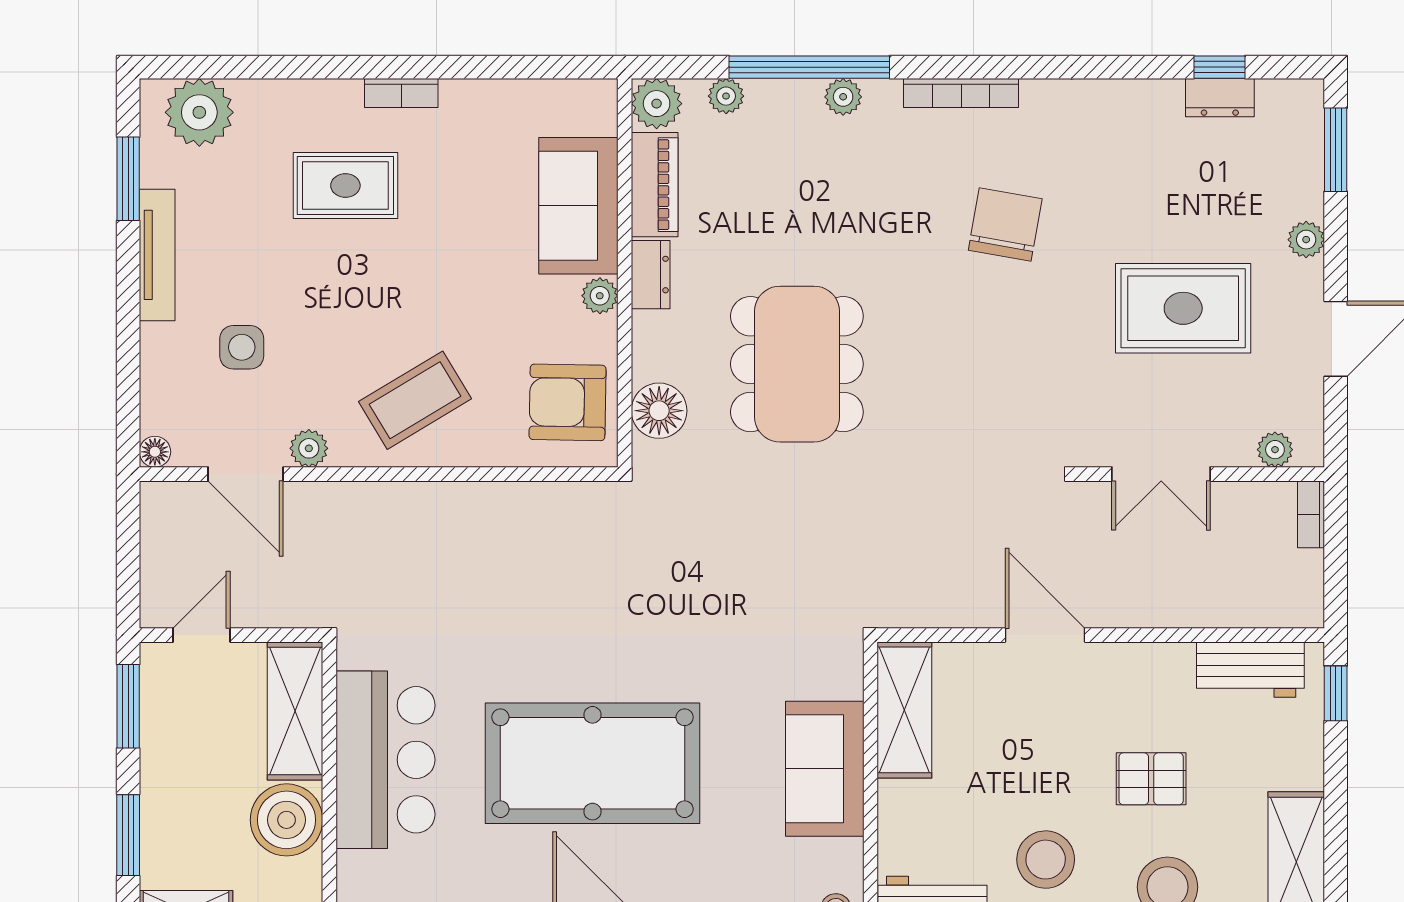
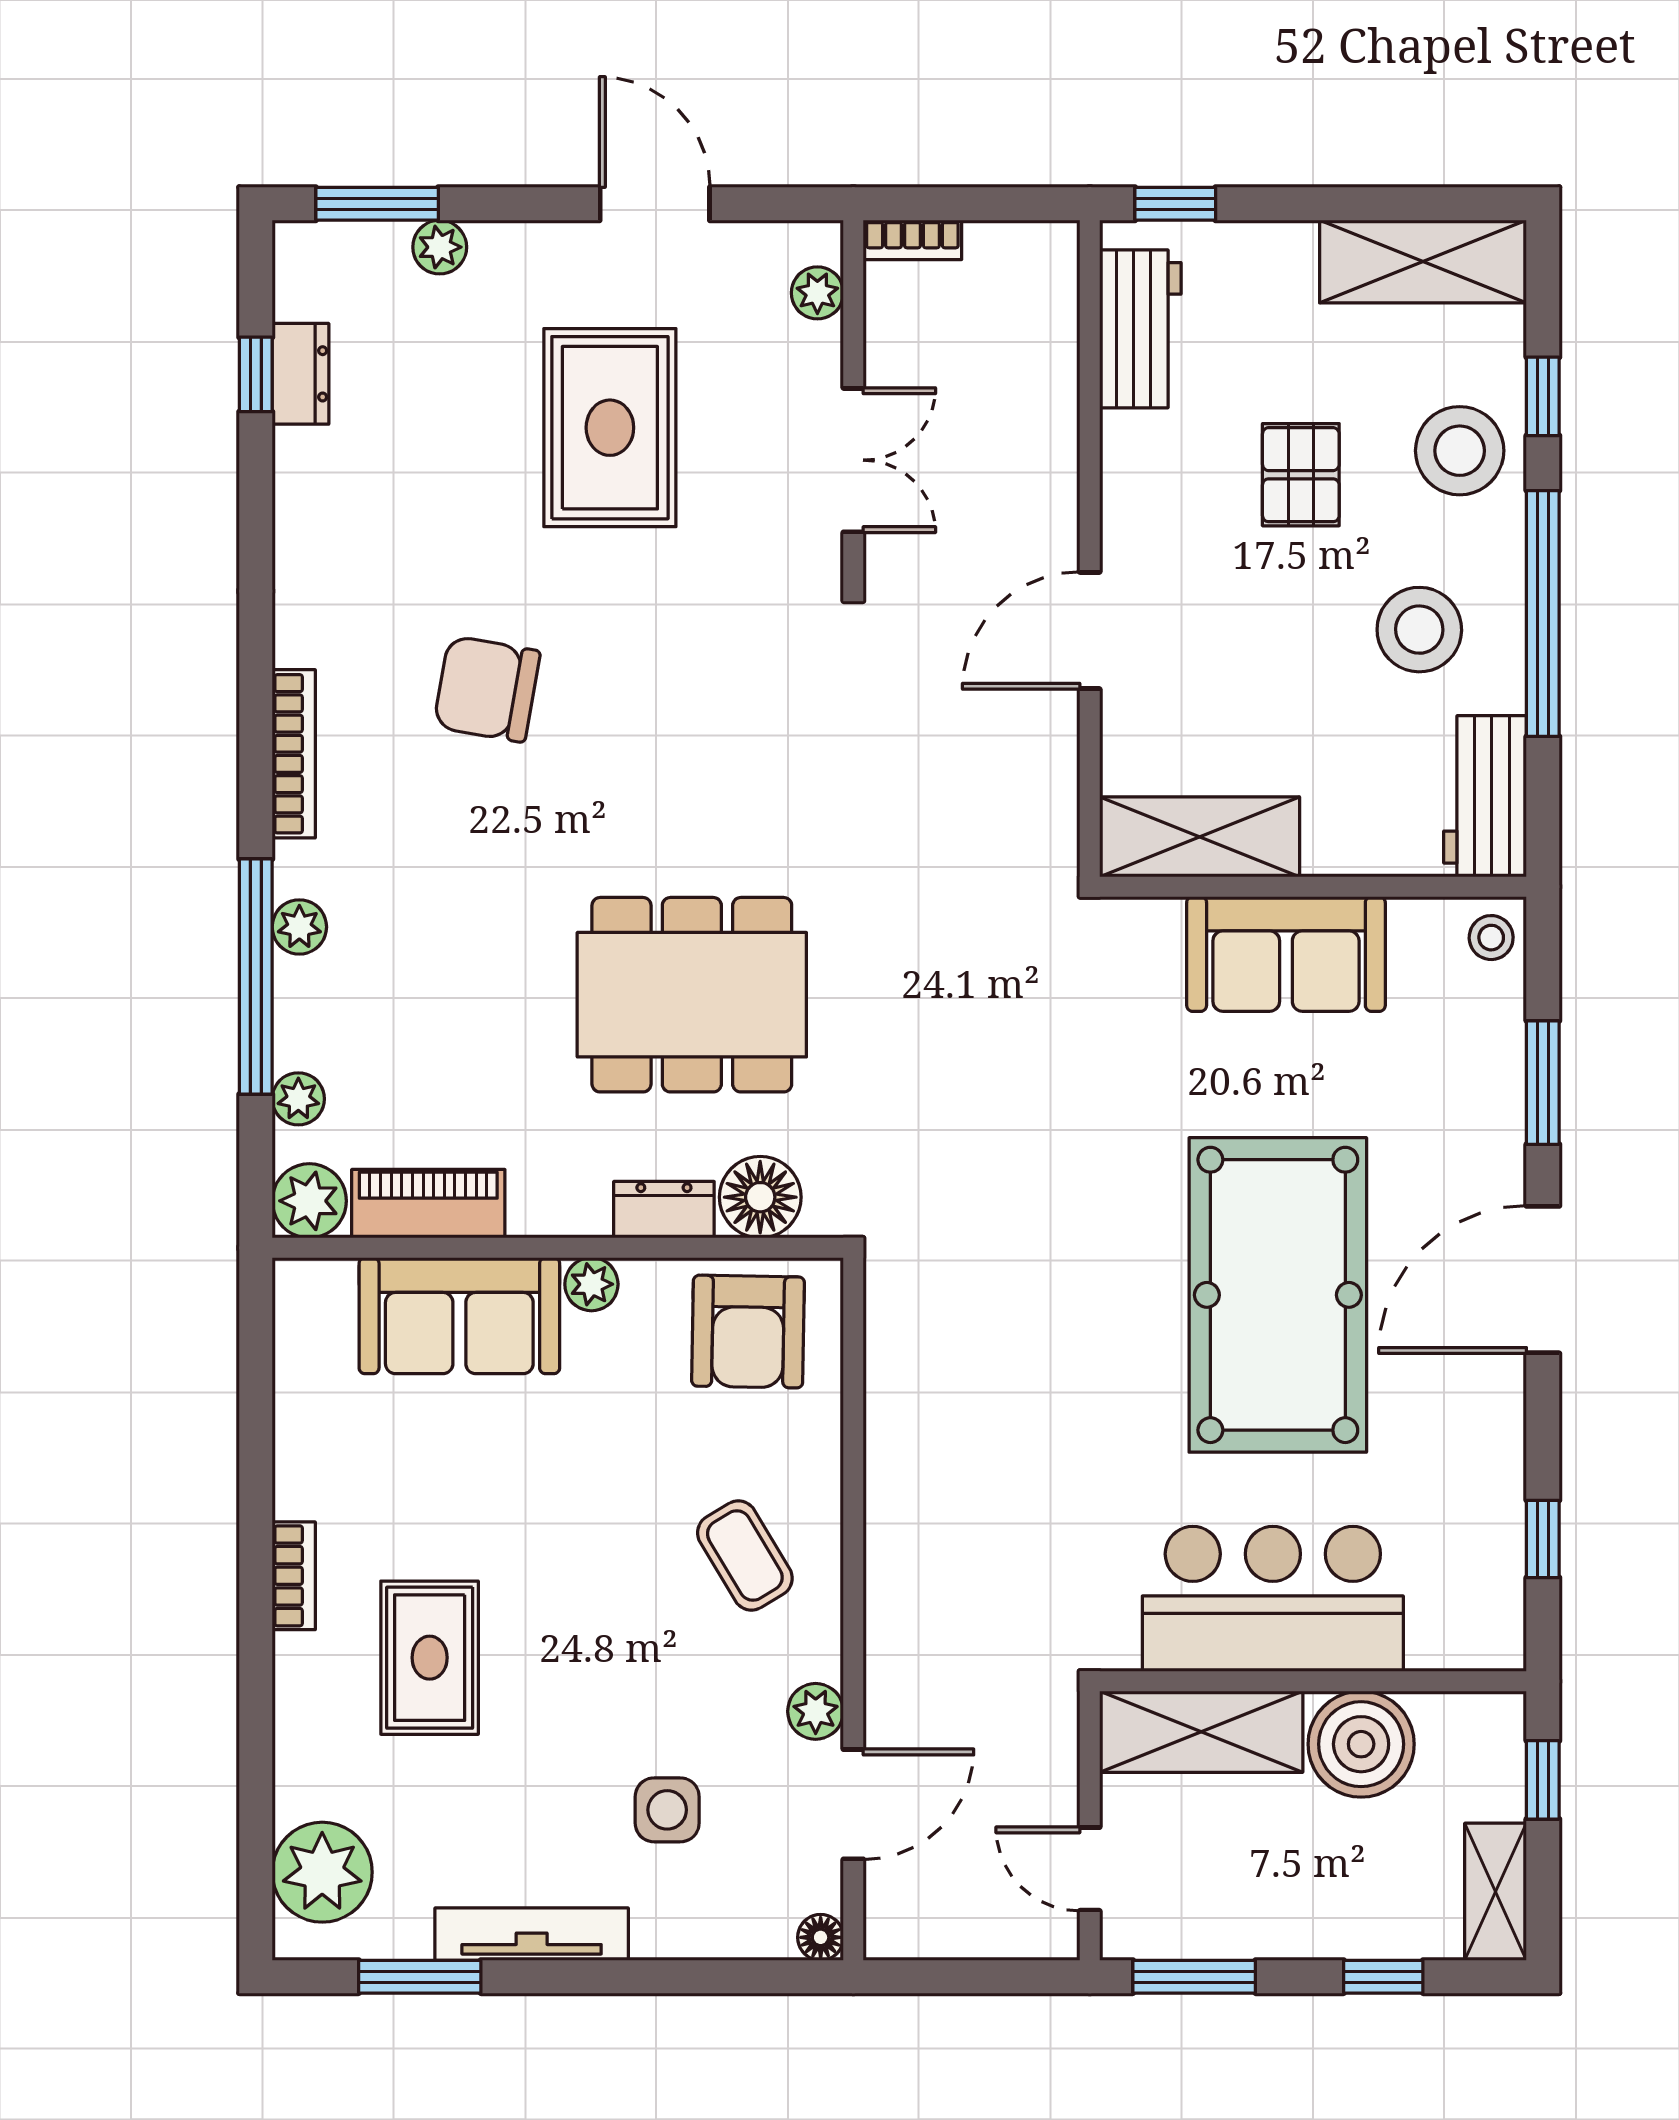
plant: (1306, 240) -> (440, 247), moved
dresser: (651, 275) -> (664, 1210), moved
coffee table: (415, 400) -> (745, 1556), width x0.73, depth x0.77
window: (128, 835) -> (1383, 1977), width x0.67

